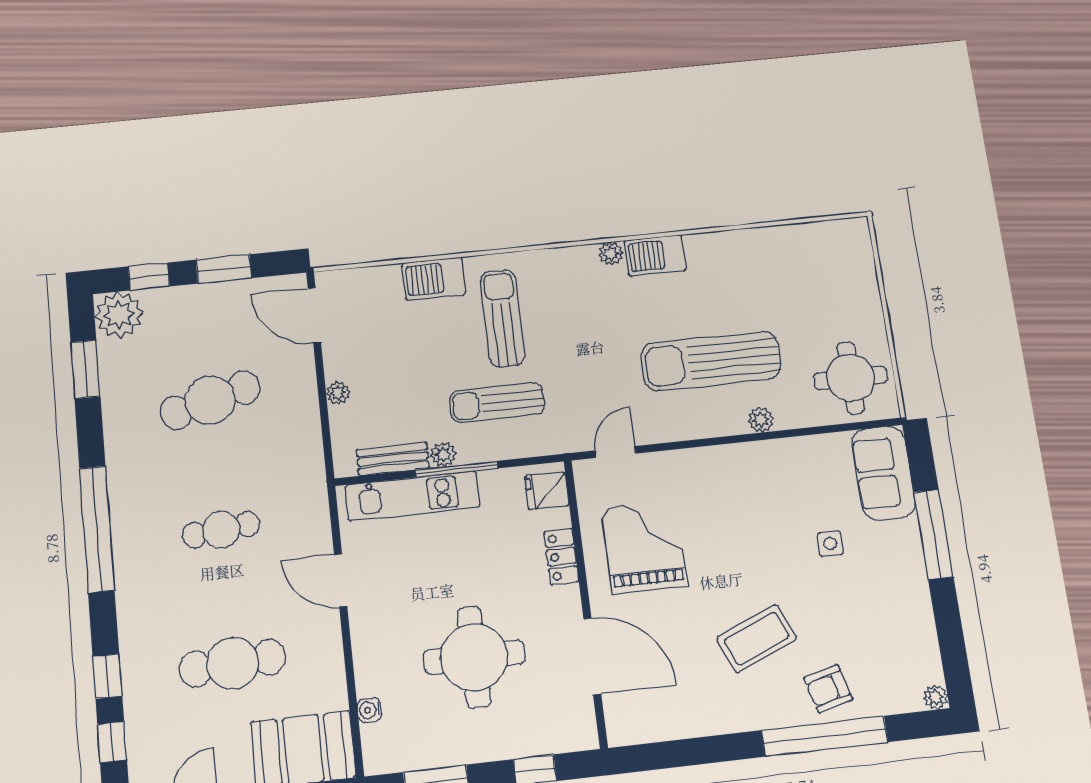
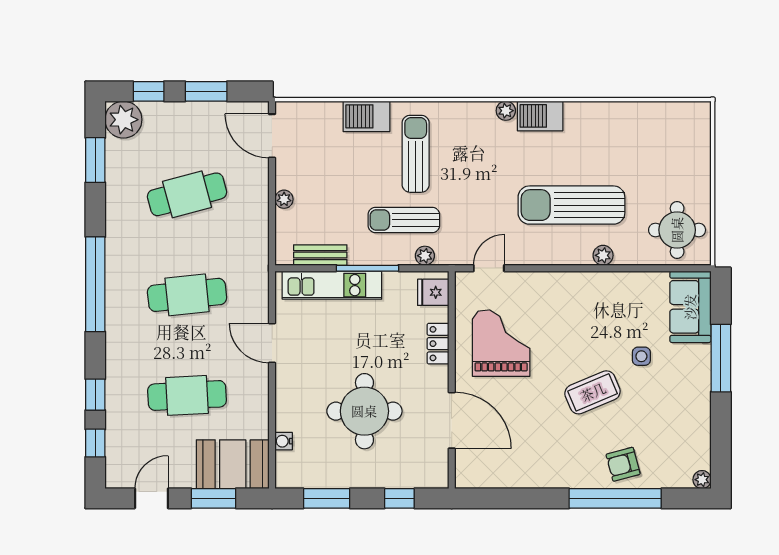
plant: (443, 454) -> (425, 256), moved
cafe table: (221, 530) -> (187, 295), width x1.37, depth x1.35
coffee table: (757, 639) -> (593, 392), moved

